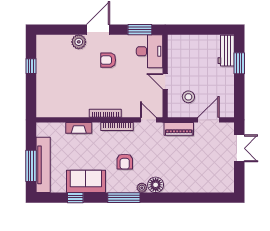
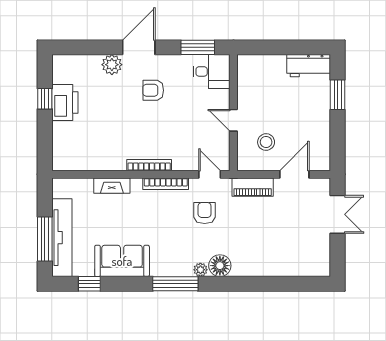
desk: (150, 51) -> (212, 71), width x0.73
workbench: (226, 51) -> (309, 66), moved, turned -90
printer: (45, 69) -> (65, 102), added
armchair: (125, 162) -> (205, 213), moved, turned 180
window: (75, 198) -> (89, 284), moved

